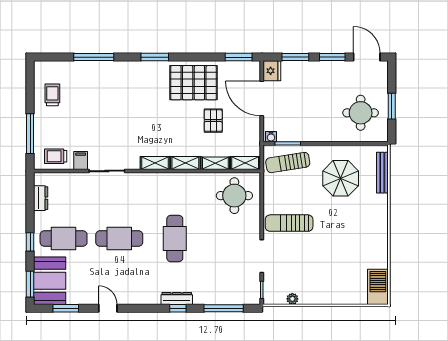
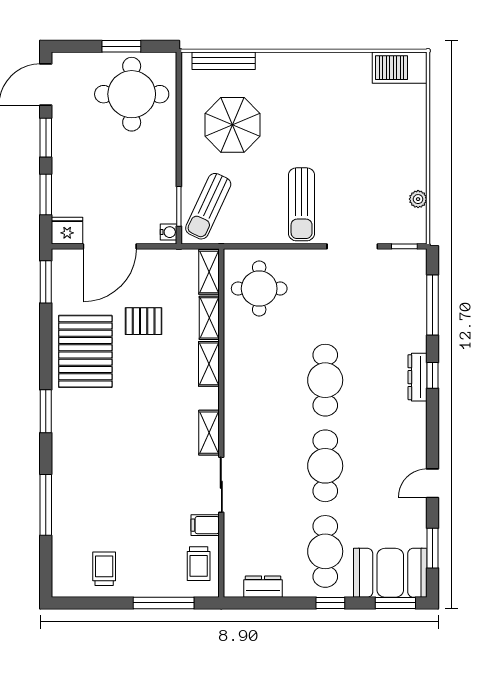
trolley: (52, 95) -> (104, 569), turned 90
round table: (361, 113) -> (132, 94), width x1.36, depth x1.36
shelving: (155, 163) -> (209, 433), moved
sun lounger: (288, 163) -> (208, 206), turned 34
cafe table: (175, 239) -> (325, 380), turned 90

